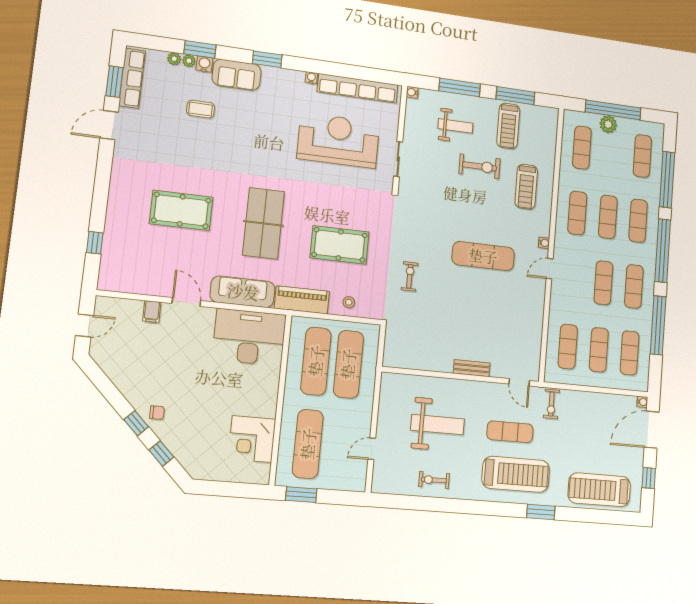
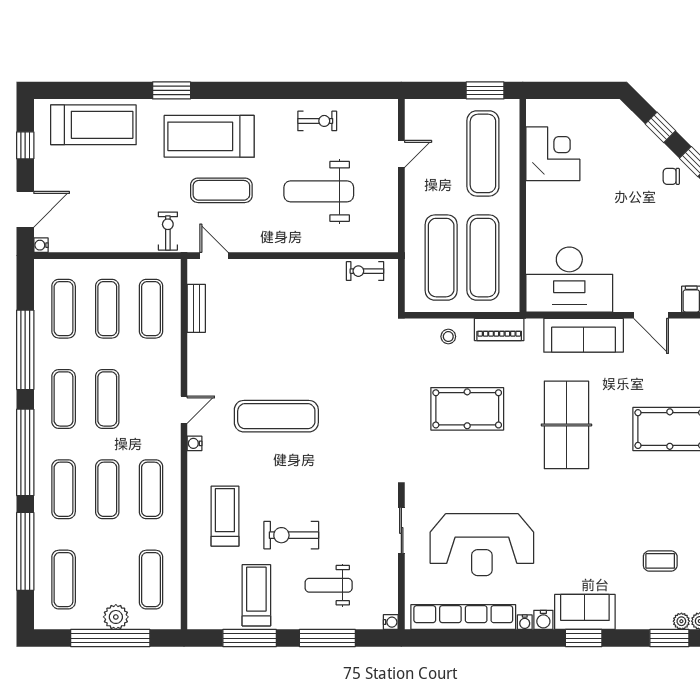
water cooler: (204, 64) -> (543, 620), moved
sofa: (237, 75) -> (585, 612), moved
exercise bike: (410, 276) -> (365, 271), moved, turned 90
piano: (302, 300) -> (499, 329), width x0.73, depth x0.75
bench: (472, 368) -> (196, 308), moved, turned 90
door: (652, 430) -> (25, 209), width x0.73

